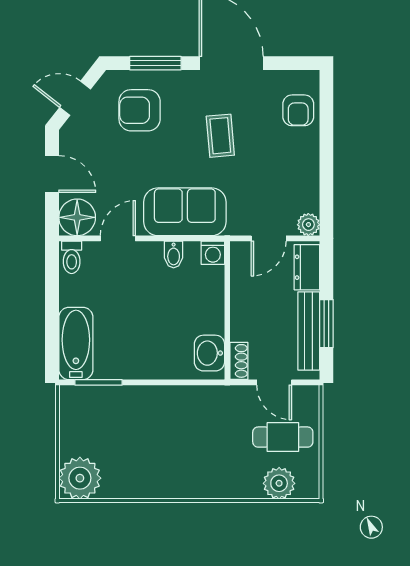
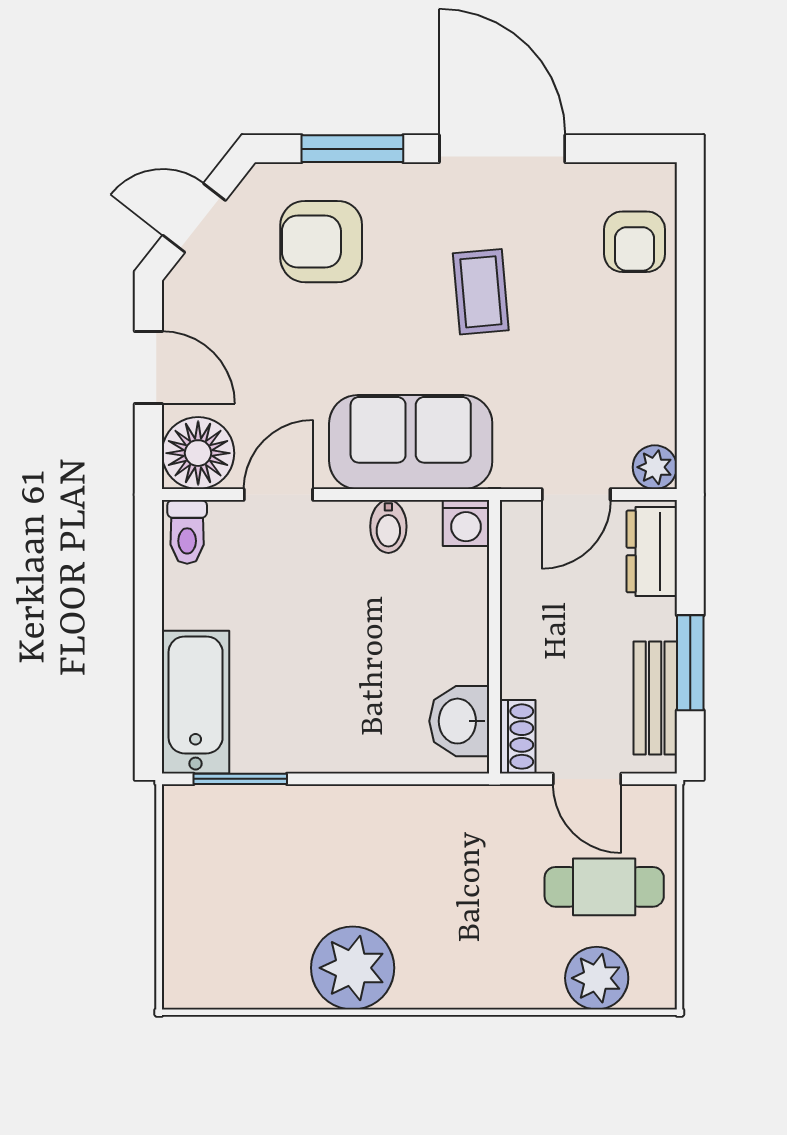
bench: (309, 331) -> (655, 698), width x0.73
plant: (80, 478) -> (353, 968), moved

